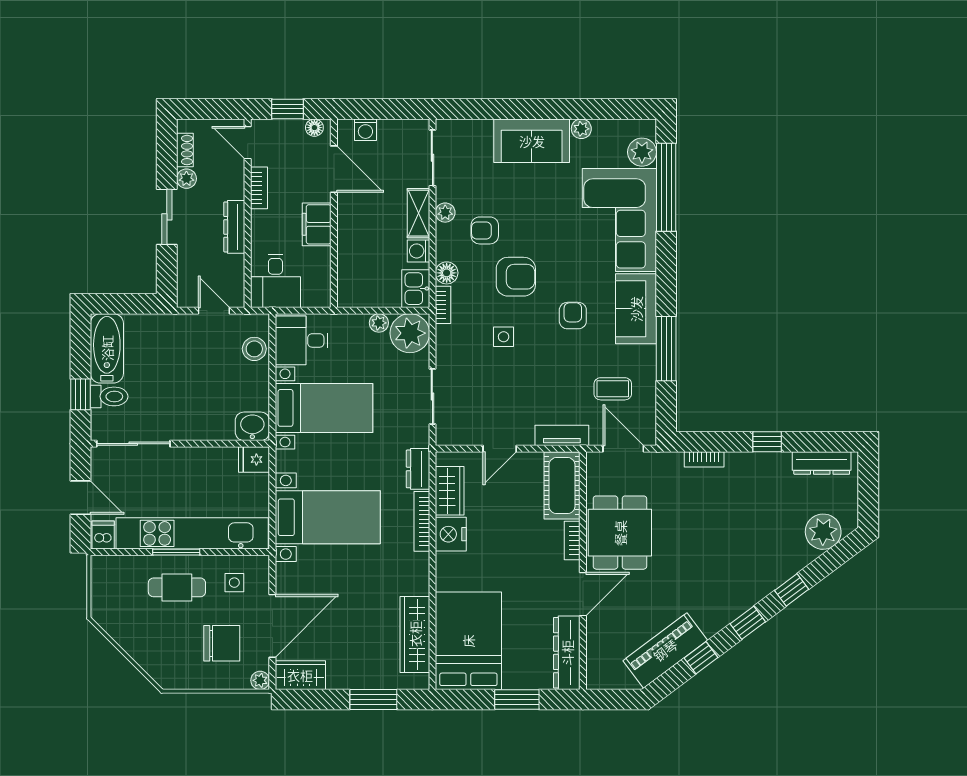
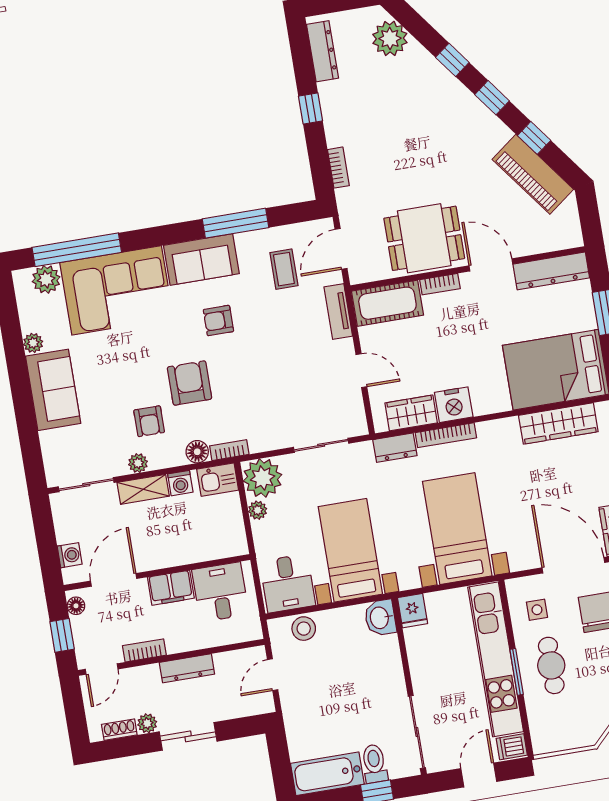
desk: (275, 281) -> (220, 592), moved, turned -90
side table: (504, 337) -> (251, 385), removed

